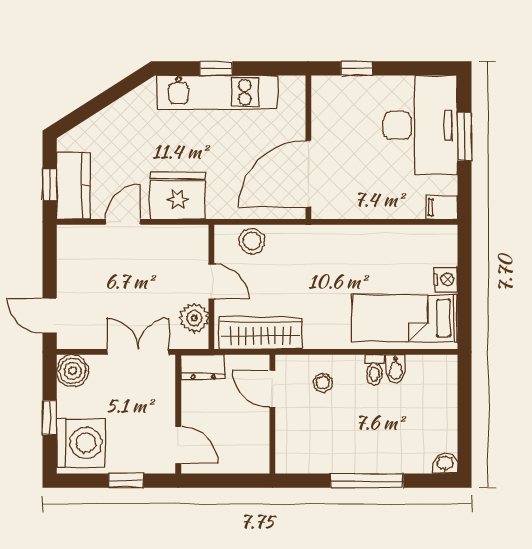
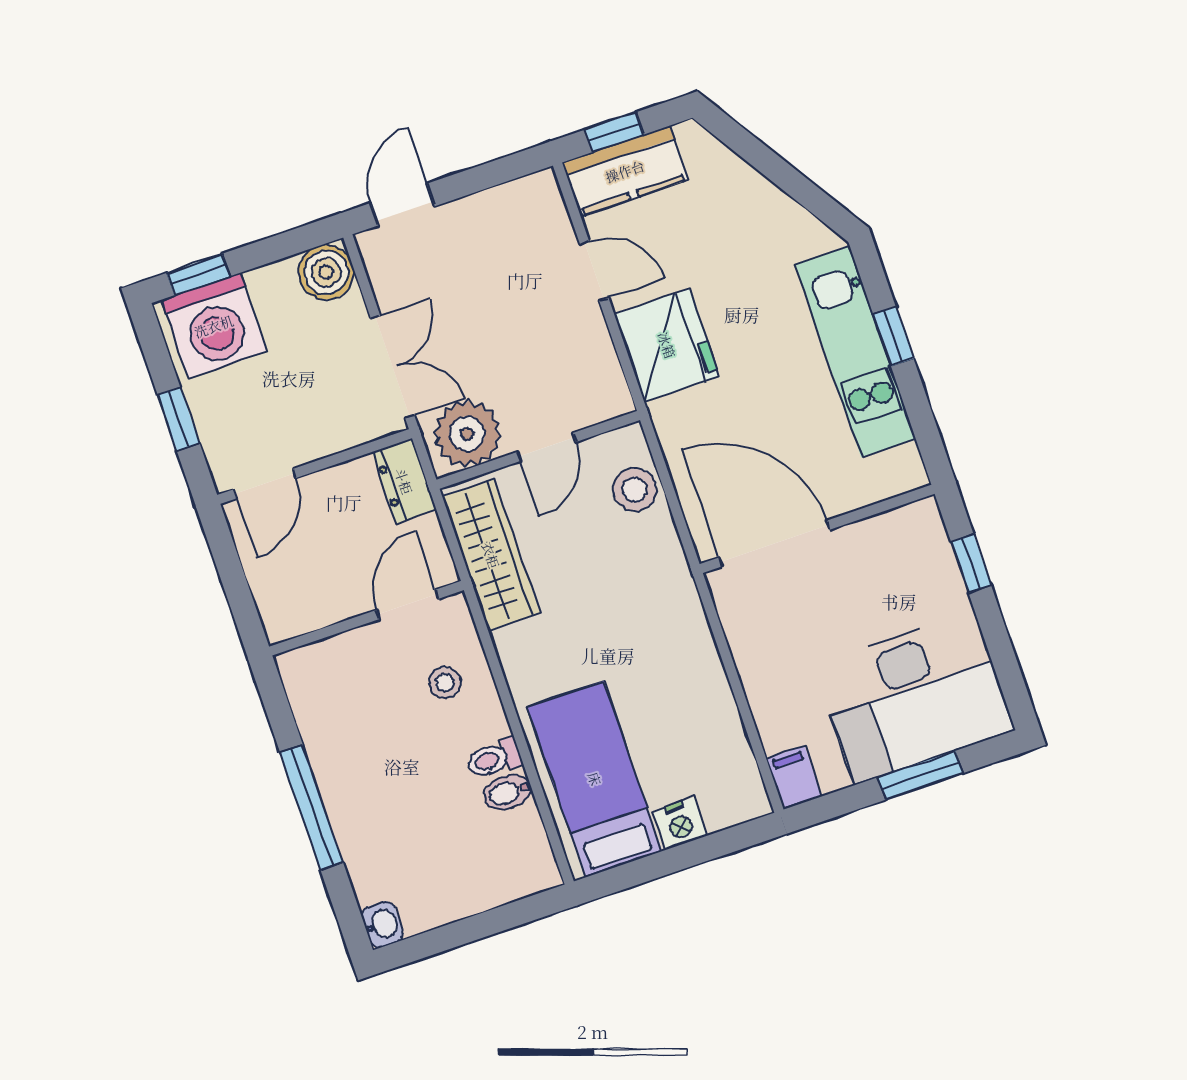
plant: (194, 318) -> (467, 434), width x1.36, depth x1.36
window: (50, 418) -> (198, 275), moved

